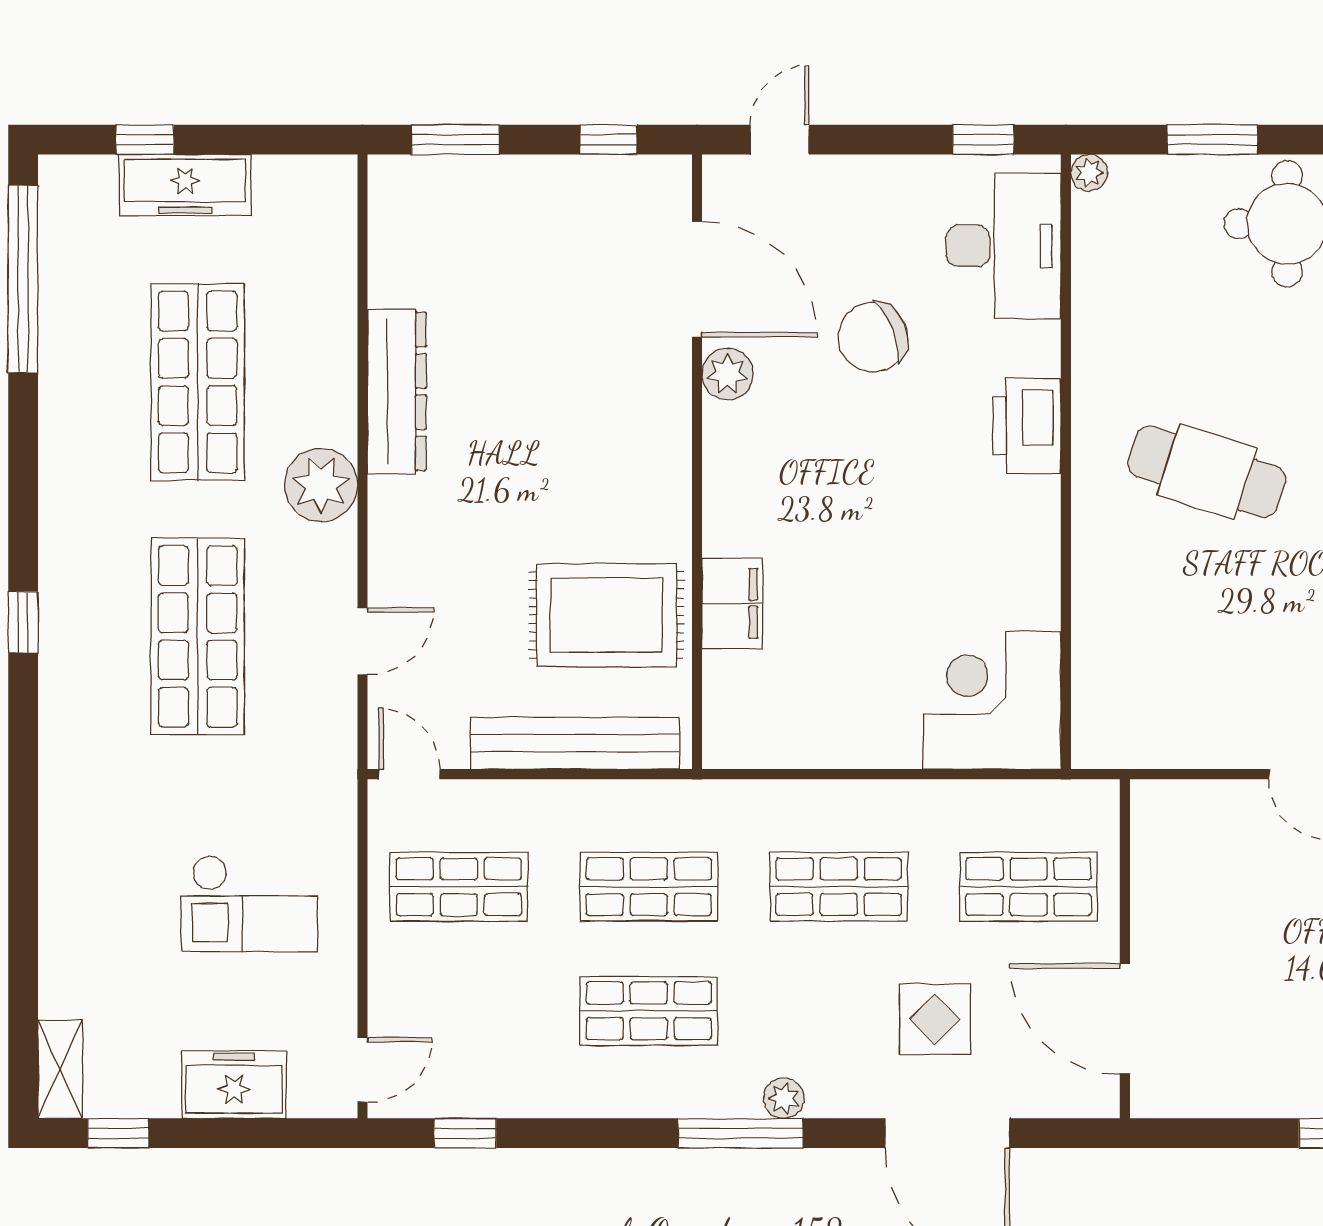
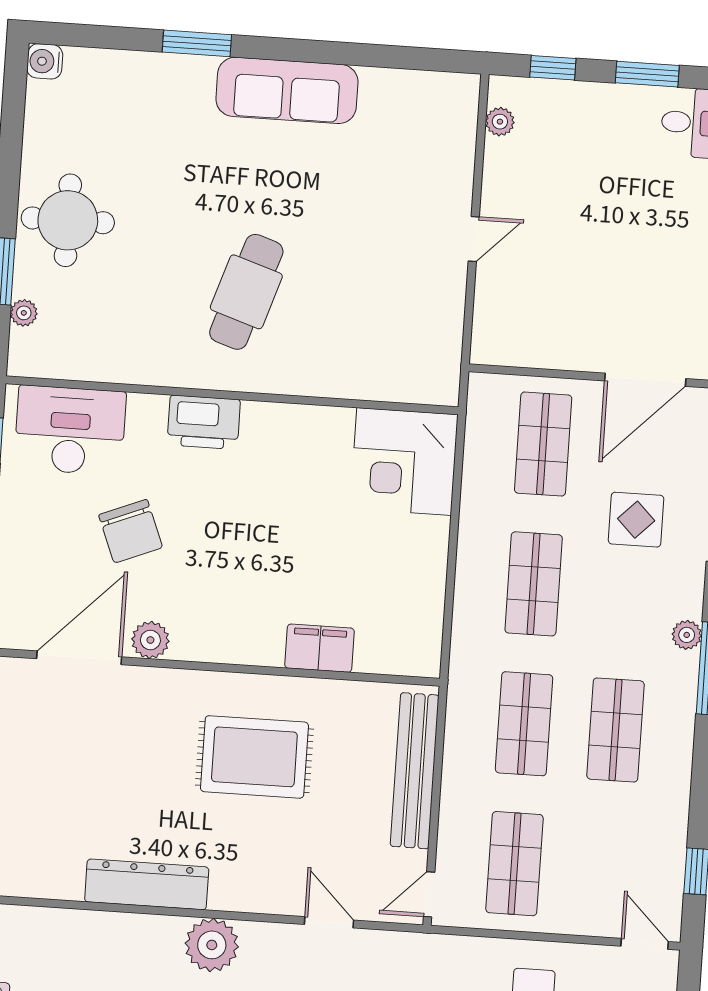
plant: (1089, 173) -> (24, 313), moved
rug: (606, 615) -> (254, 757), moved, turned 90

